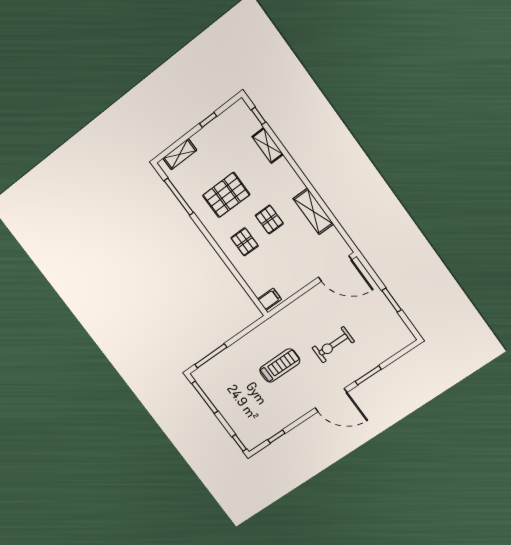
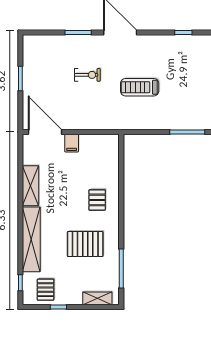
shelving: (268, 146) -> (31, 239), width x2.20, depth x1.33
pallet: (269, 219) -> (46, 290), moved
filing cabinet: (270, 299) -> (72, 143), moved, turned -90
exercise bike: (333, 345) -> (87, 75), width x0.73, depth x0.72

